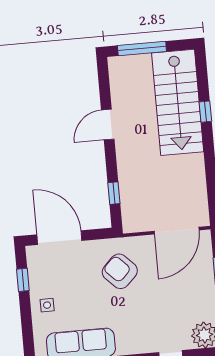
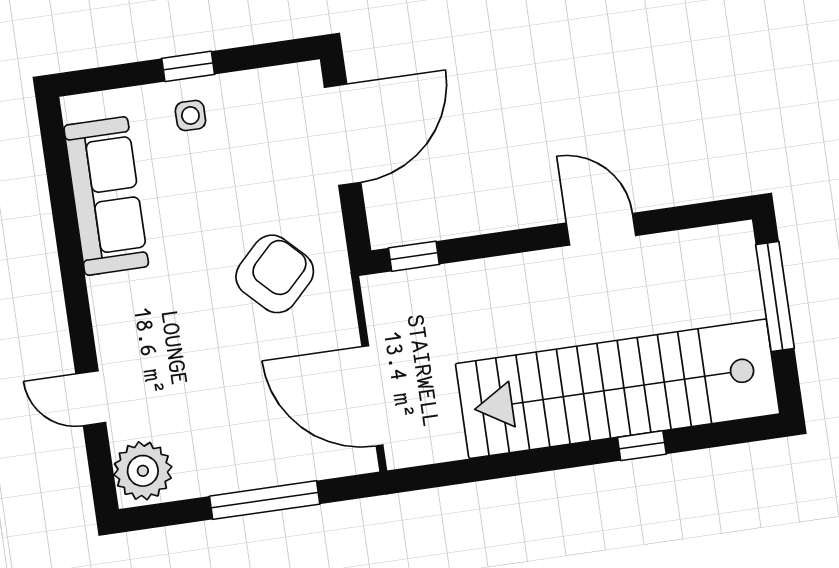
stairs: (178, 102) -> (618, 389), width x1.36
window: (114, 193) -> (414, 256), moved
window: (23, 280) -> (188, 66), moved

